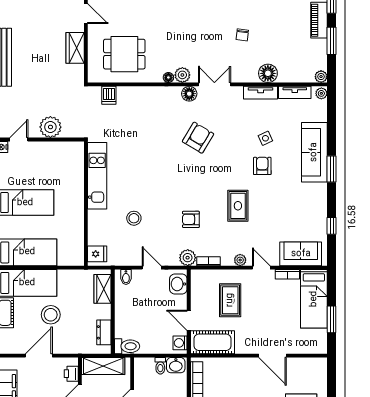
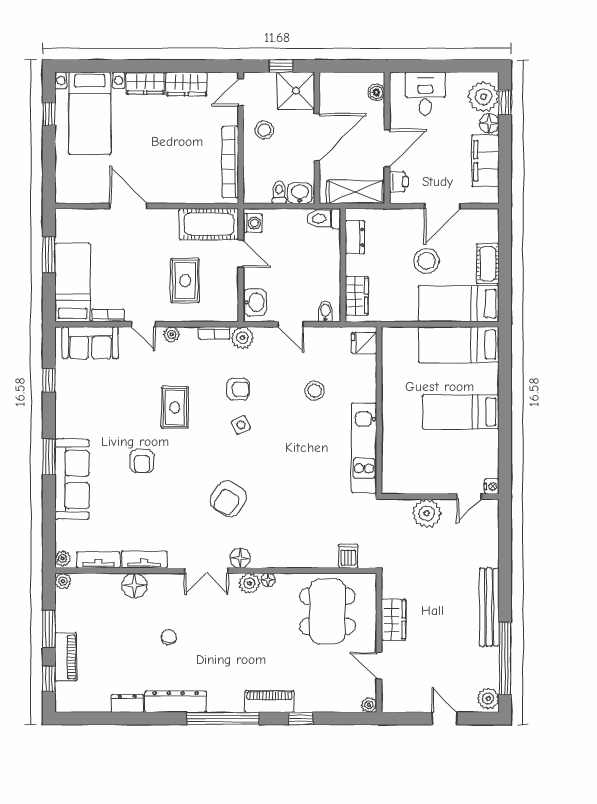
dining table: (124, 54) -> (327, 611), width x1.38
side table: (265, 138) -> (241, 425), moved
washbasin: (176, 365) -> (300, 193), moved

